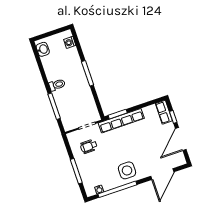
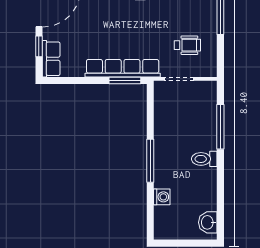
washing machine: (70, 42) -> (162, 197), moved

